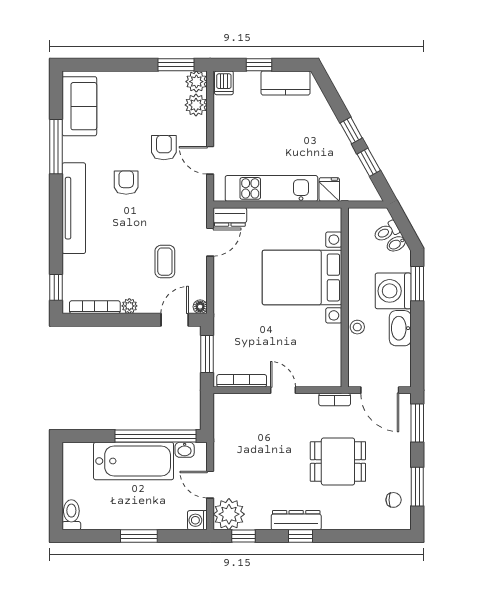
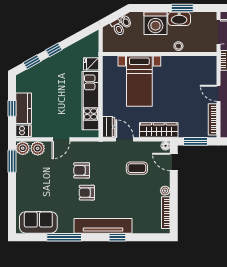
kitchen counter: (286, 83) -> (24, 108), moved
armchair: (164, 148) -> (82, 170), moved
door: (210, 160) -> (61, 139), moved
window: (369, 162) -> (32, 62), moved
bed with nightstands: (302, 277) -> (139, 81), width x0.73
window: (417, 284) -> (182, 8), moved
window: (56, 287) -> (117, 237), moved
wardrobe: (225, 296) -> (159, 130), added
door: (283, 390) -> (218, 93), hinge flipped

